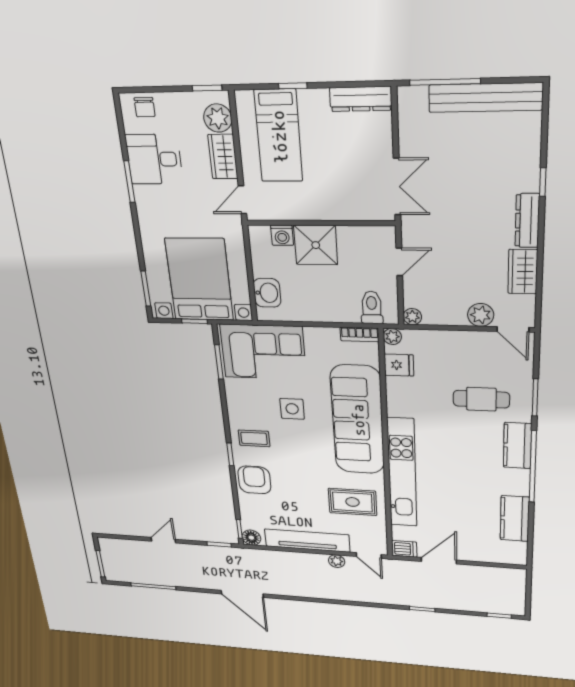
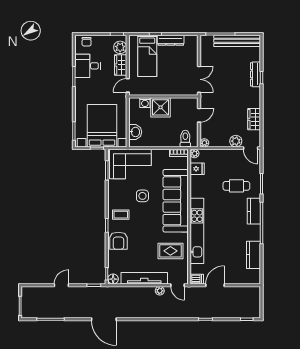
dresser: (361, 99) -> (171, 40), moved
dresser: (527, 221) -> (256, 74), moved
armchair: (254, 480) -> (118, 241), turned 180

